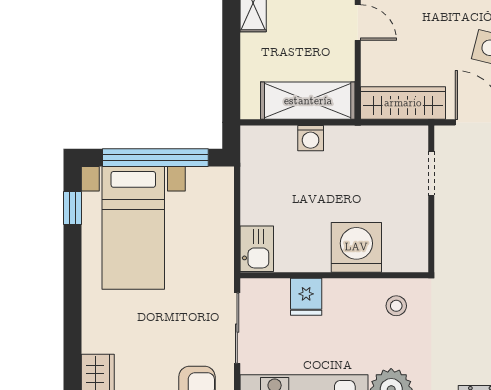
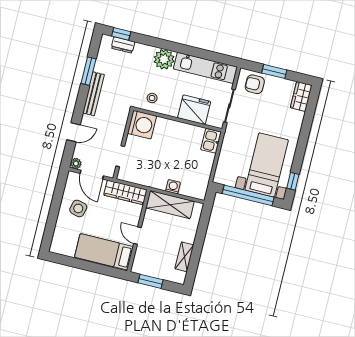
washing machine: (356, 247) -> (142, 125), moved, turned -90
fridge: (306, 297) -> (194, 110), width x1.88, depth x1.34

